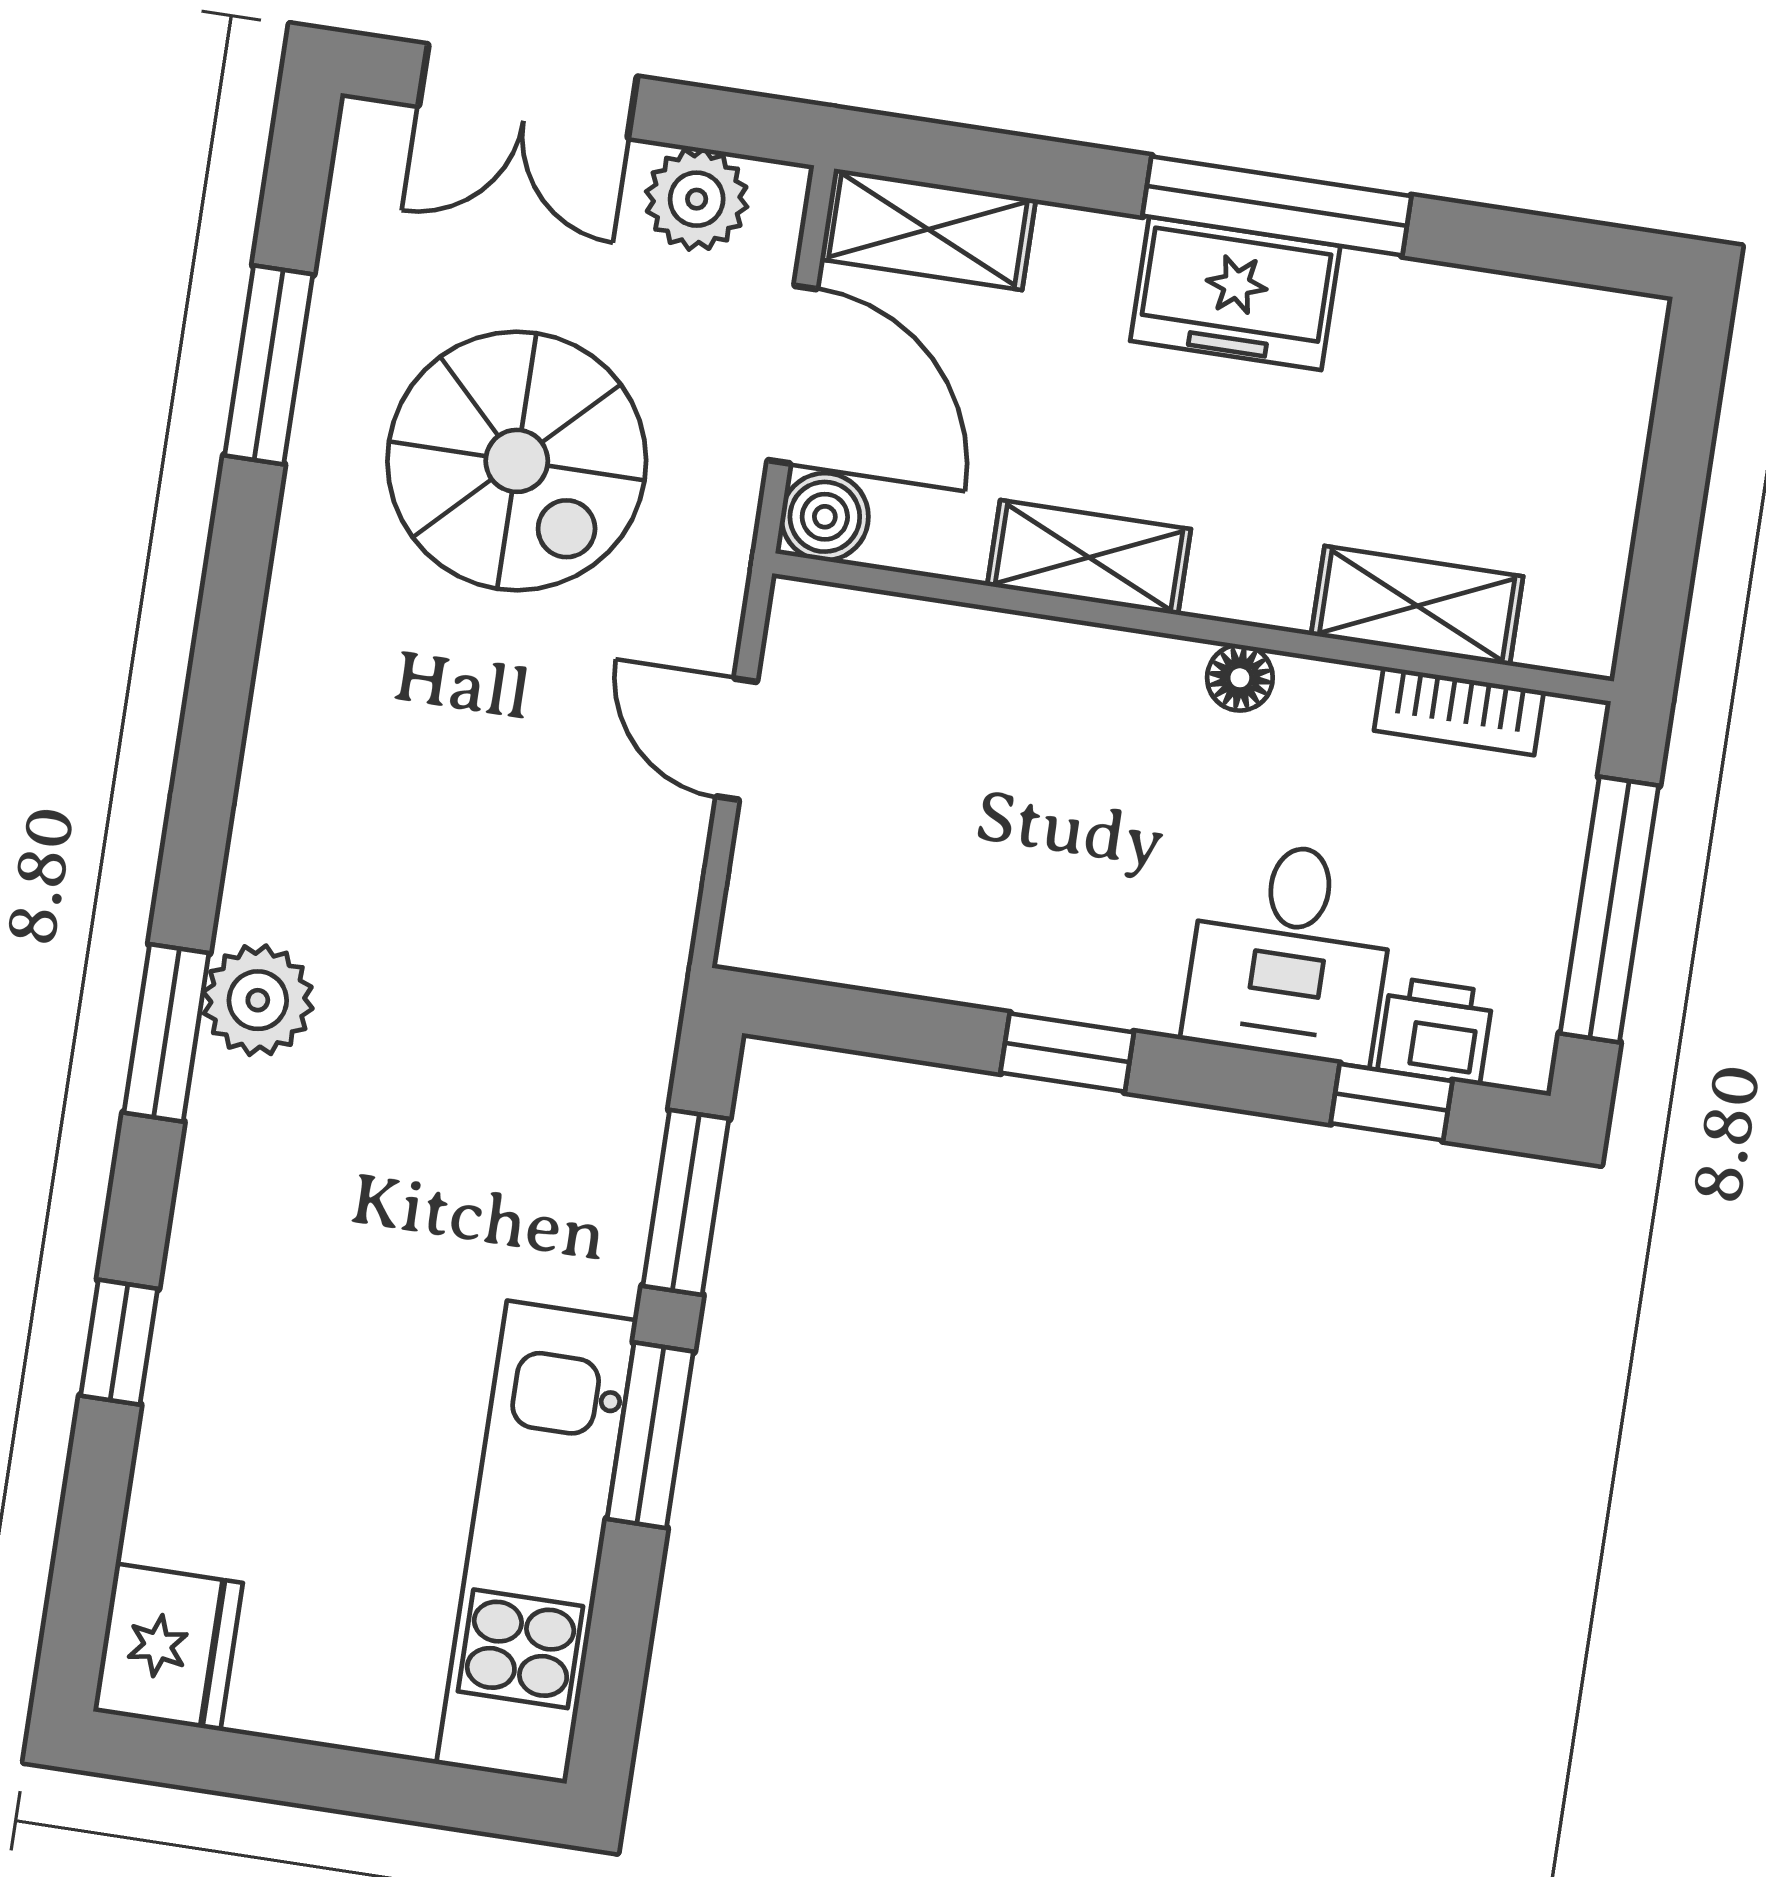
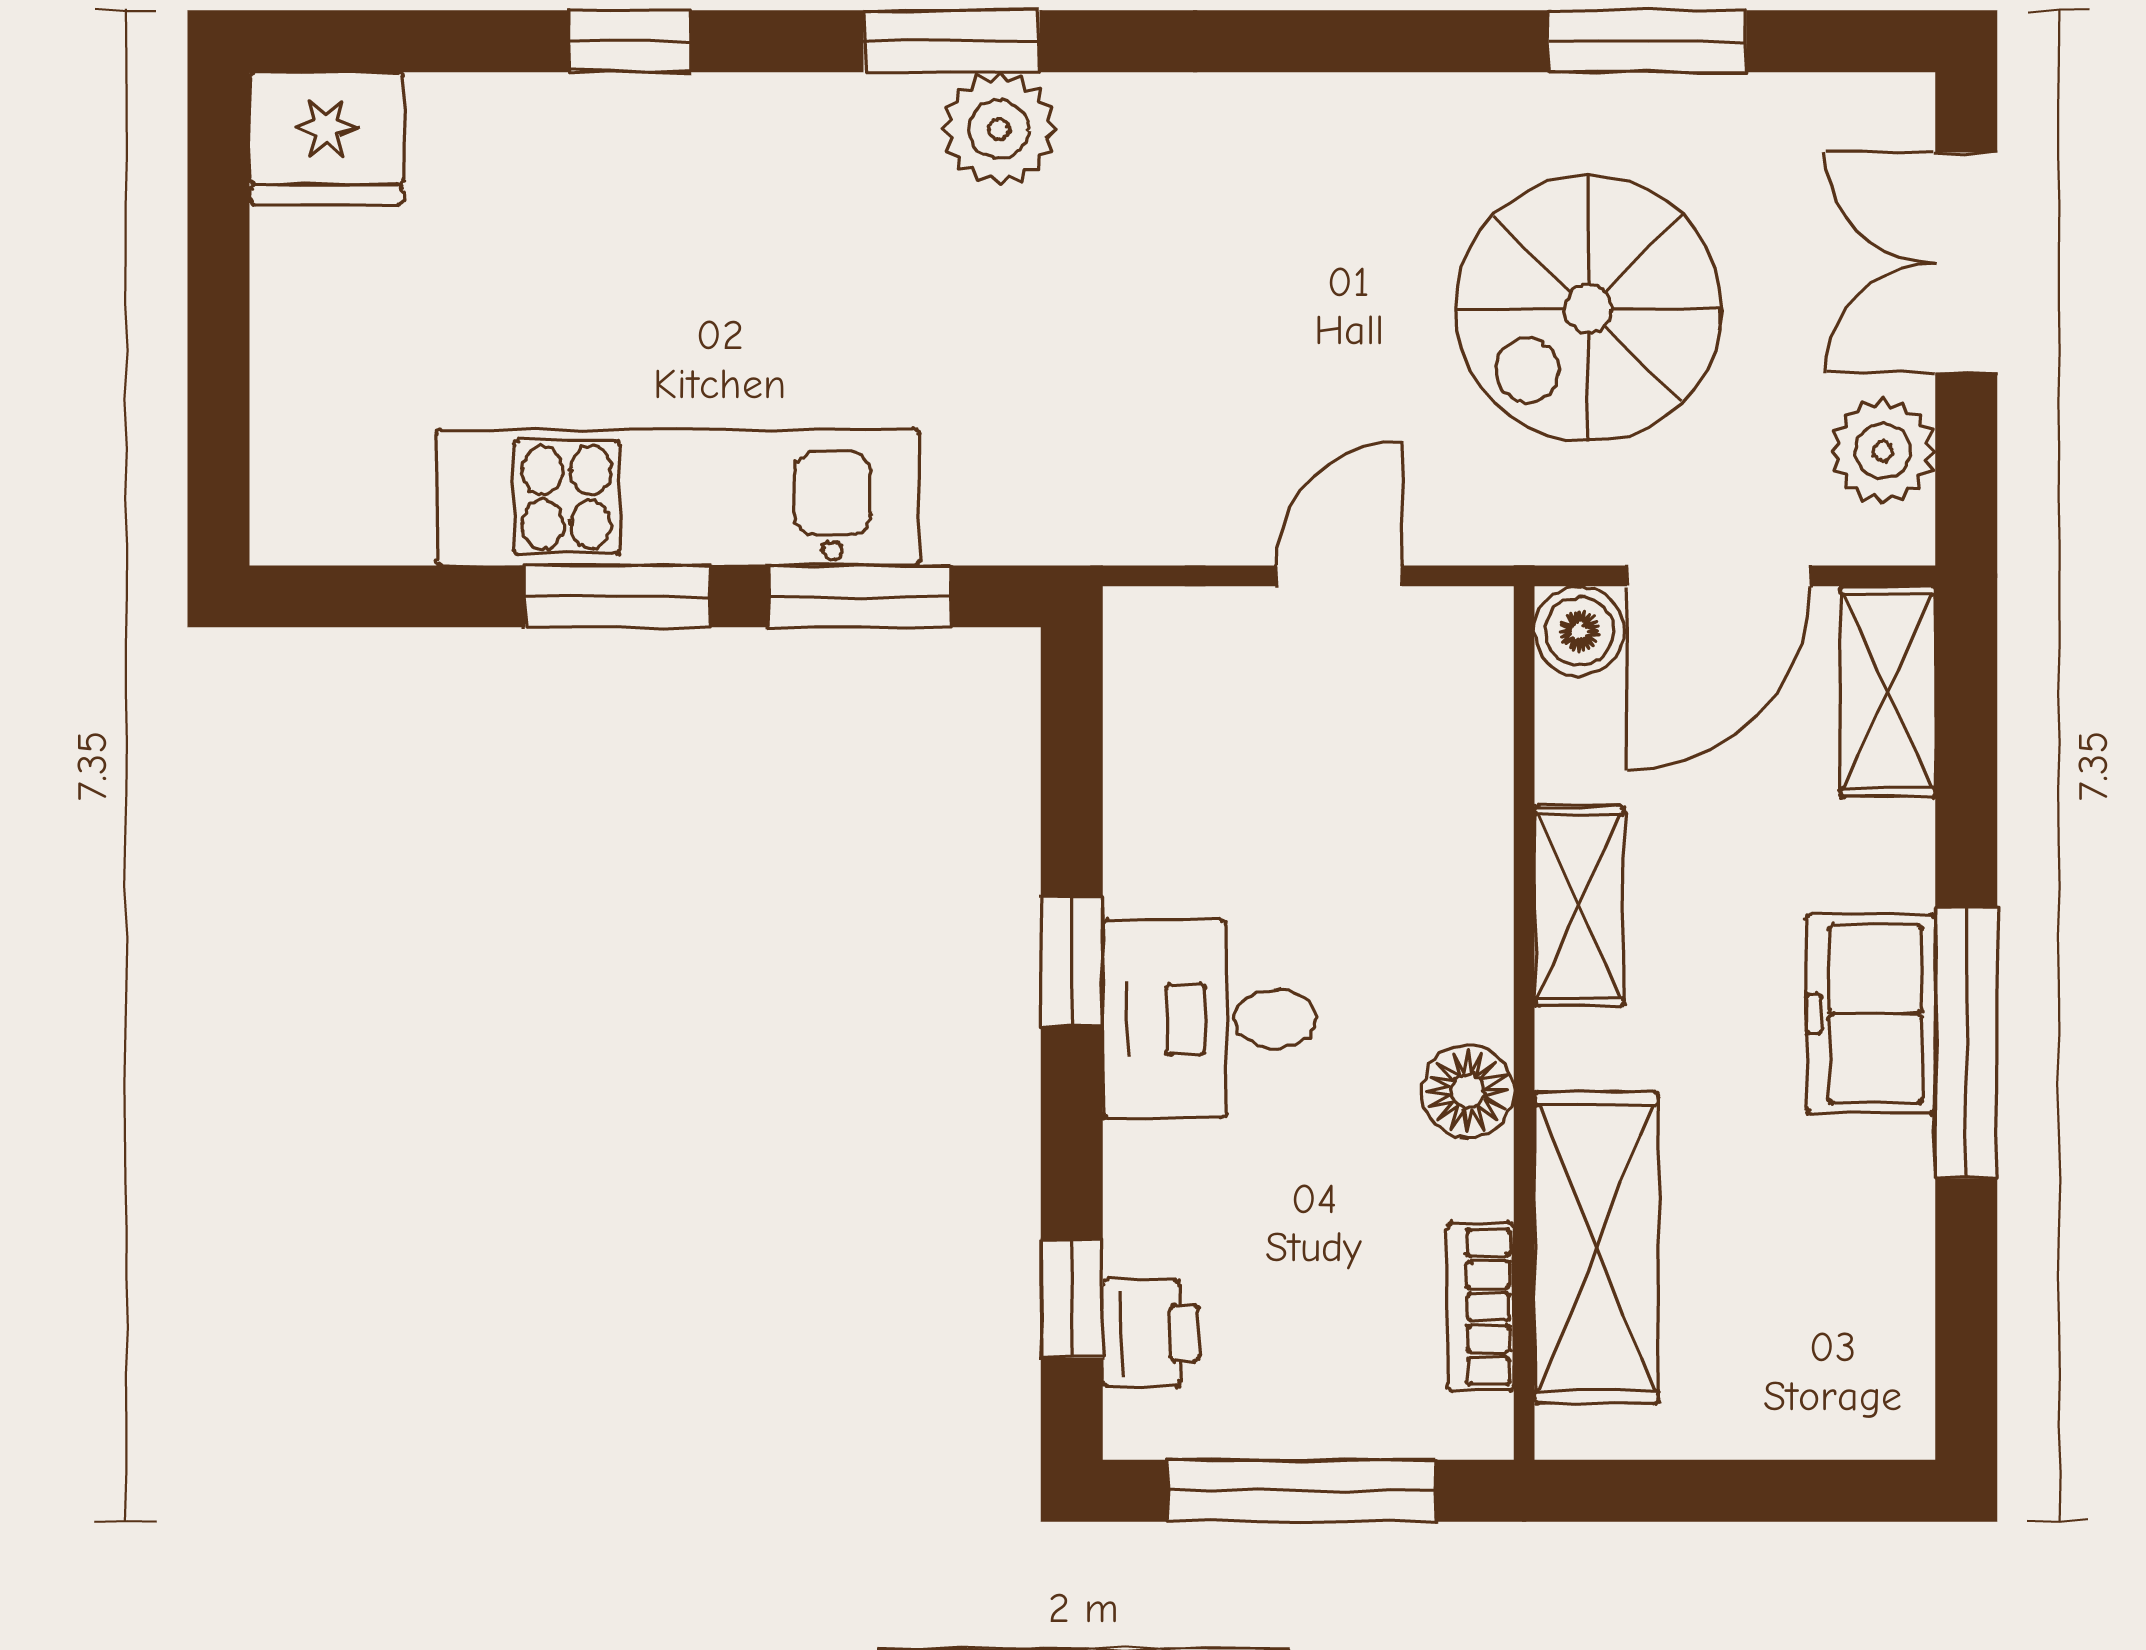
shelving: (1417, 606) -> (1596, 1248), width x1.50, depth x1.33
floor lamp: (1240, 678) -> (1468, 1091), width x1.37, depth x1.37
desk: (1290, 952) -> (1209, 1019), moved
kitchen unit: (537, 1542) -> (678, 497), moved

